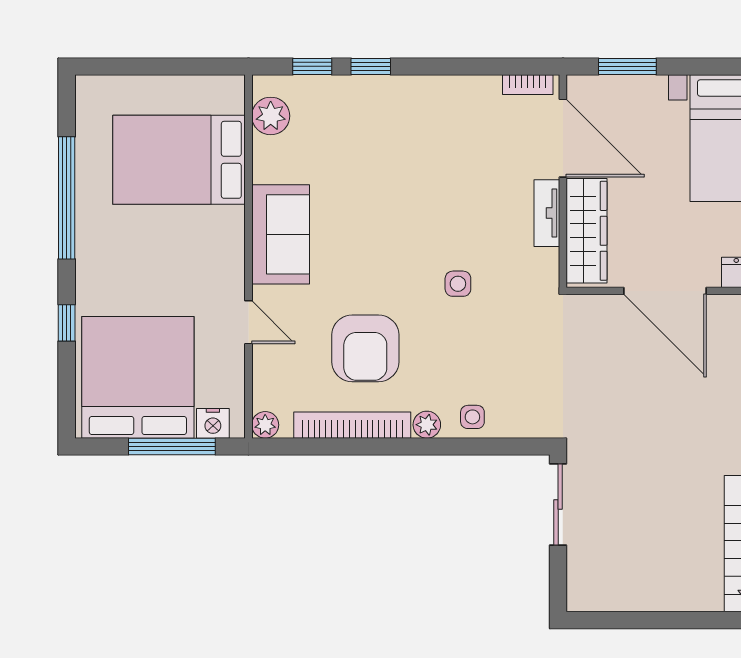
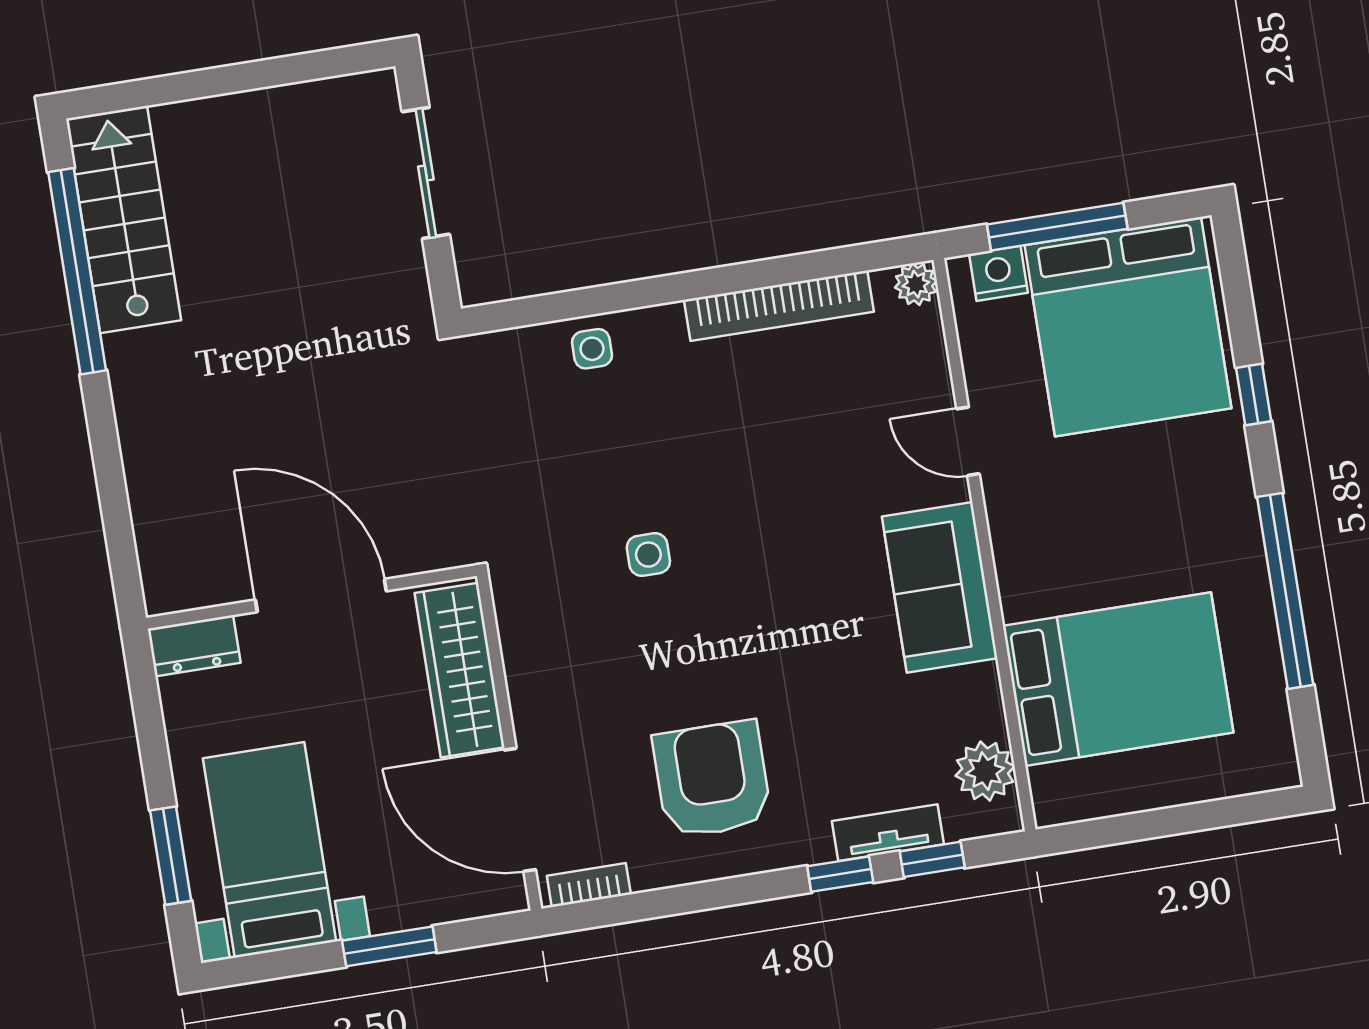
window: (627, 66) -> (389, 946), moved
tv unit: (547, 213) -> (888, 833), moved, turned -90
armchair: (365, 348) -> (712, 779), moved
plant: (427, 425) -> (662, 325), removed
sliding door: (558, 505) -> (426, 173), moved

